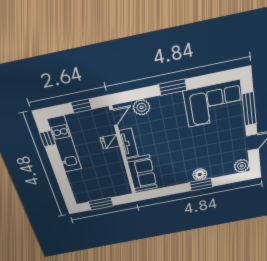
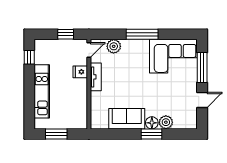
window: (173, 87) -> (142, 34), width x1.44
kitchen unit: (65, 144) -> (42, 91), moved
plant: (242, 166) -> (166, 122), moved
sofa: (142, 173) -> (127, 119), moved, turned -90

